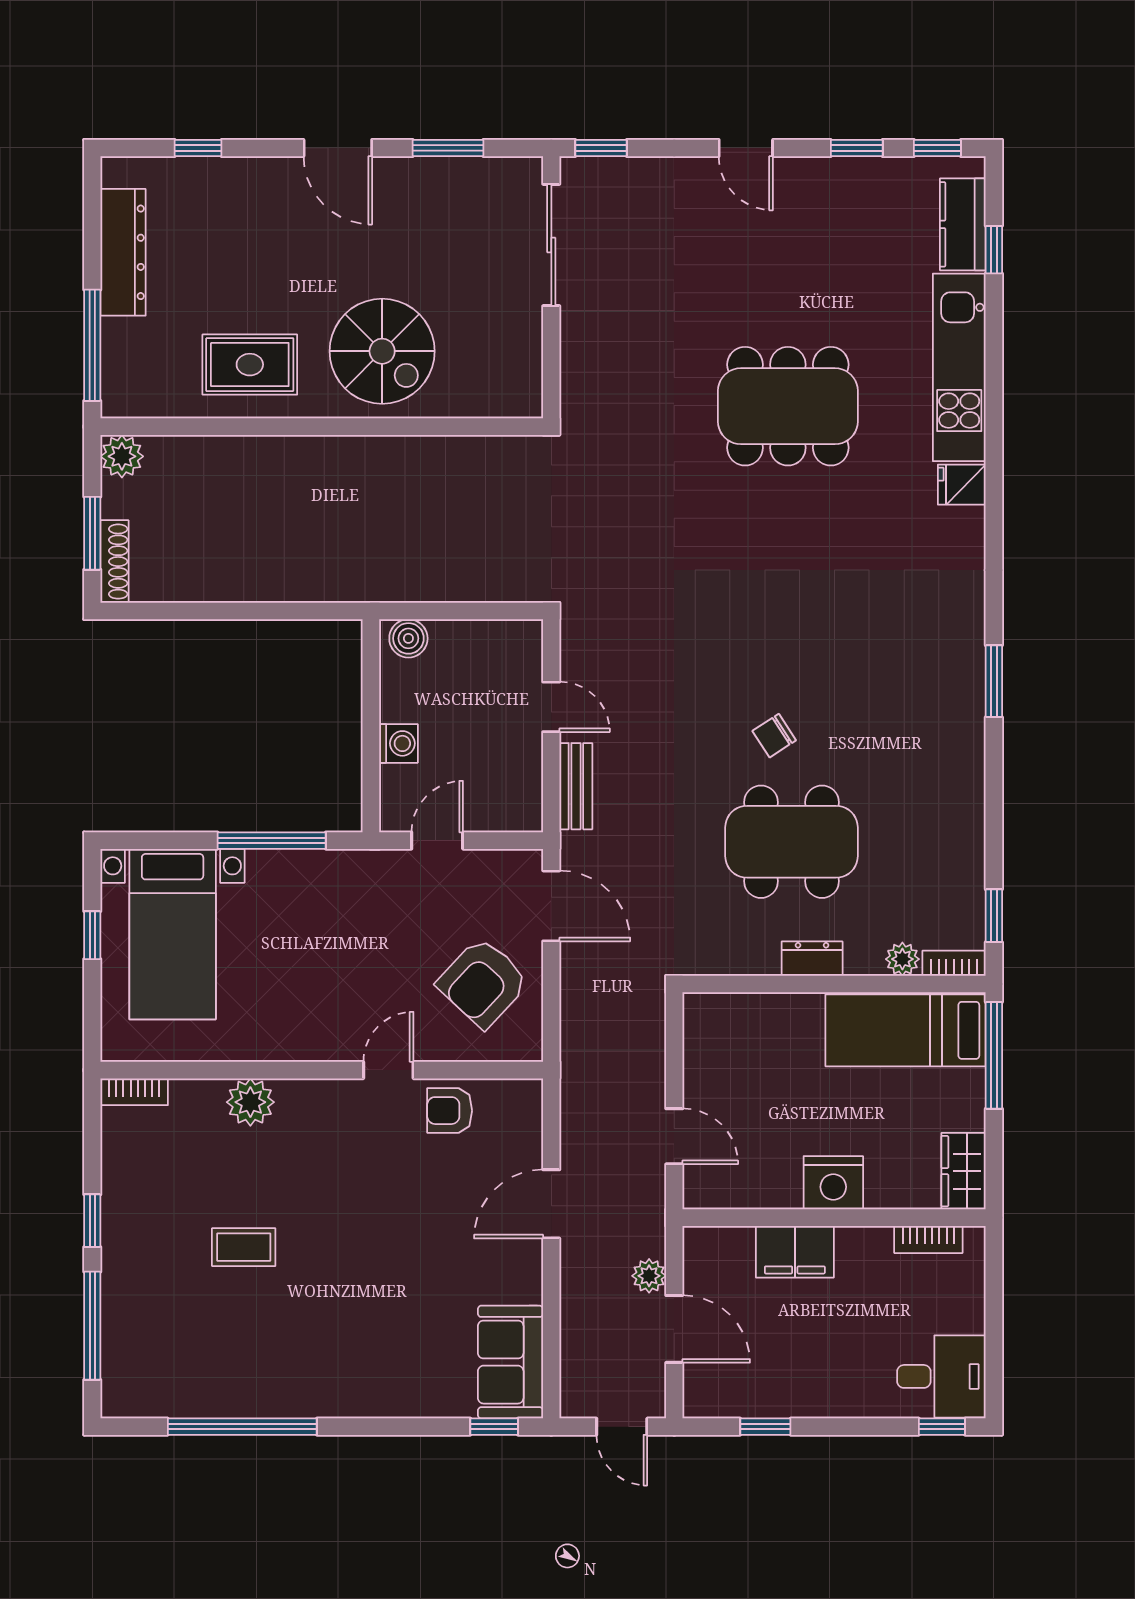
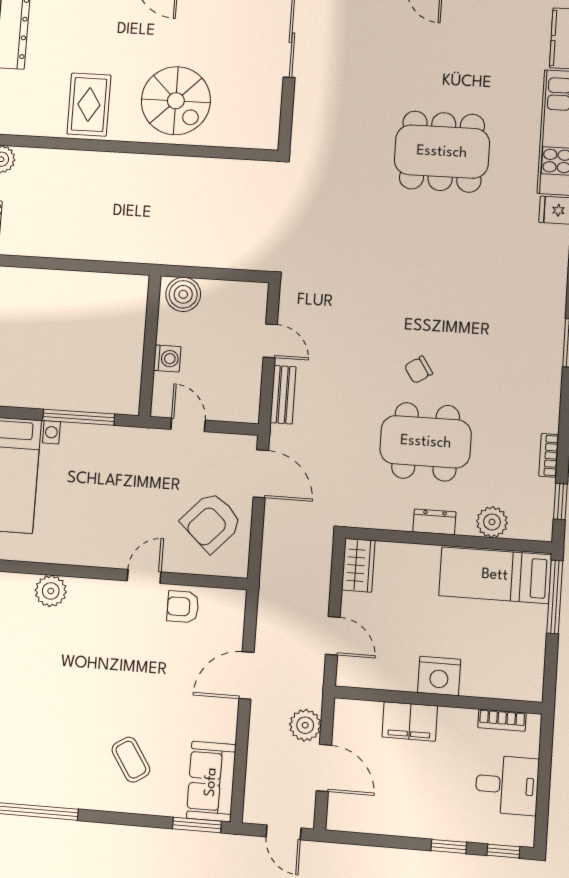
rug: (250, 365) -> (89, 105), turned 90
boiler: (408, 638) -> (183, 294), width x1.36, depth x1.36
door: (437, 841) -> (188, 425), hinge flipped
plant: (902, 959) -> (492, 522), width x1.38, depth x1.38
bookcase: (954, 963) -> (549, 455), moved, turned -90
wardrobe: (963, 1171) -> (358, 565), moved, turned 180
coffee table: (244, 1247) -> (131, 760), moved, turned 57
plant: (649, 1276) -> (305, 725), width x1.38, depth x1.38
desk: (941, 1376) -> (507, 785), moved
window: (494, 1427) -> (197, 825), width x1.50
window: (765, 1427) -> (449, 846), moved

